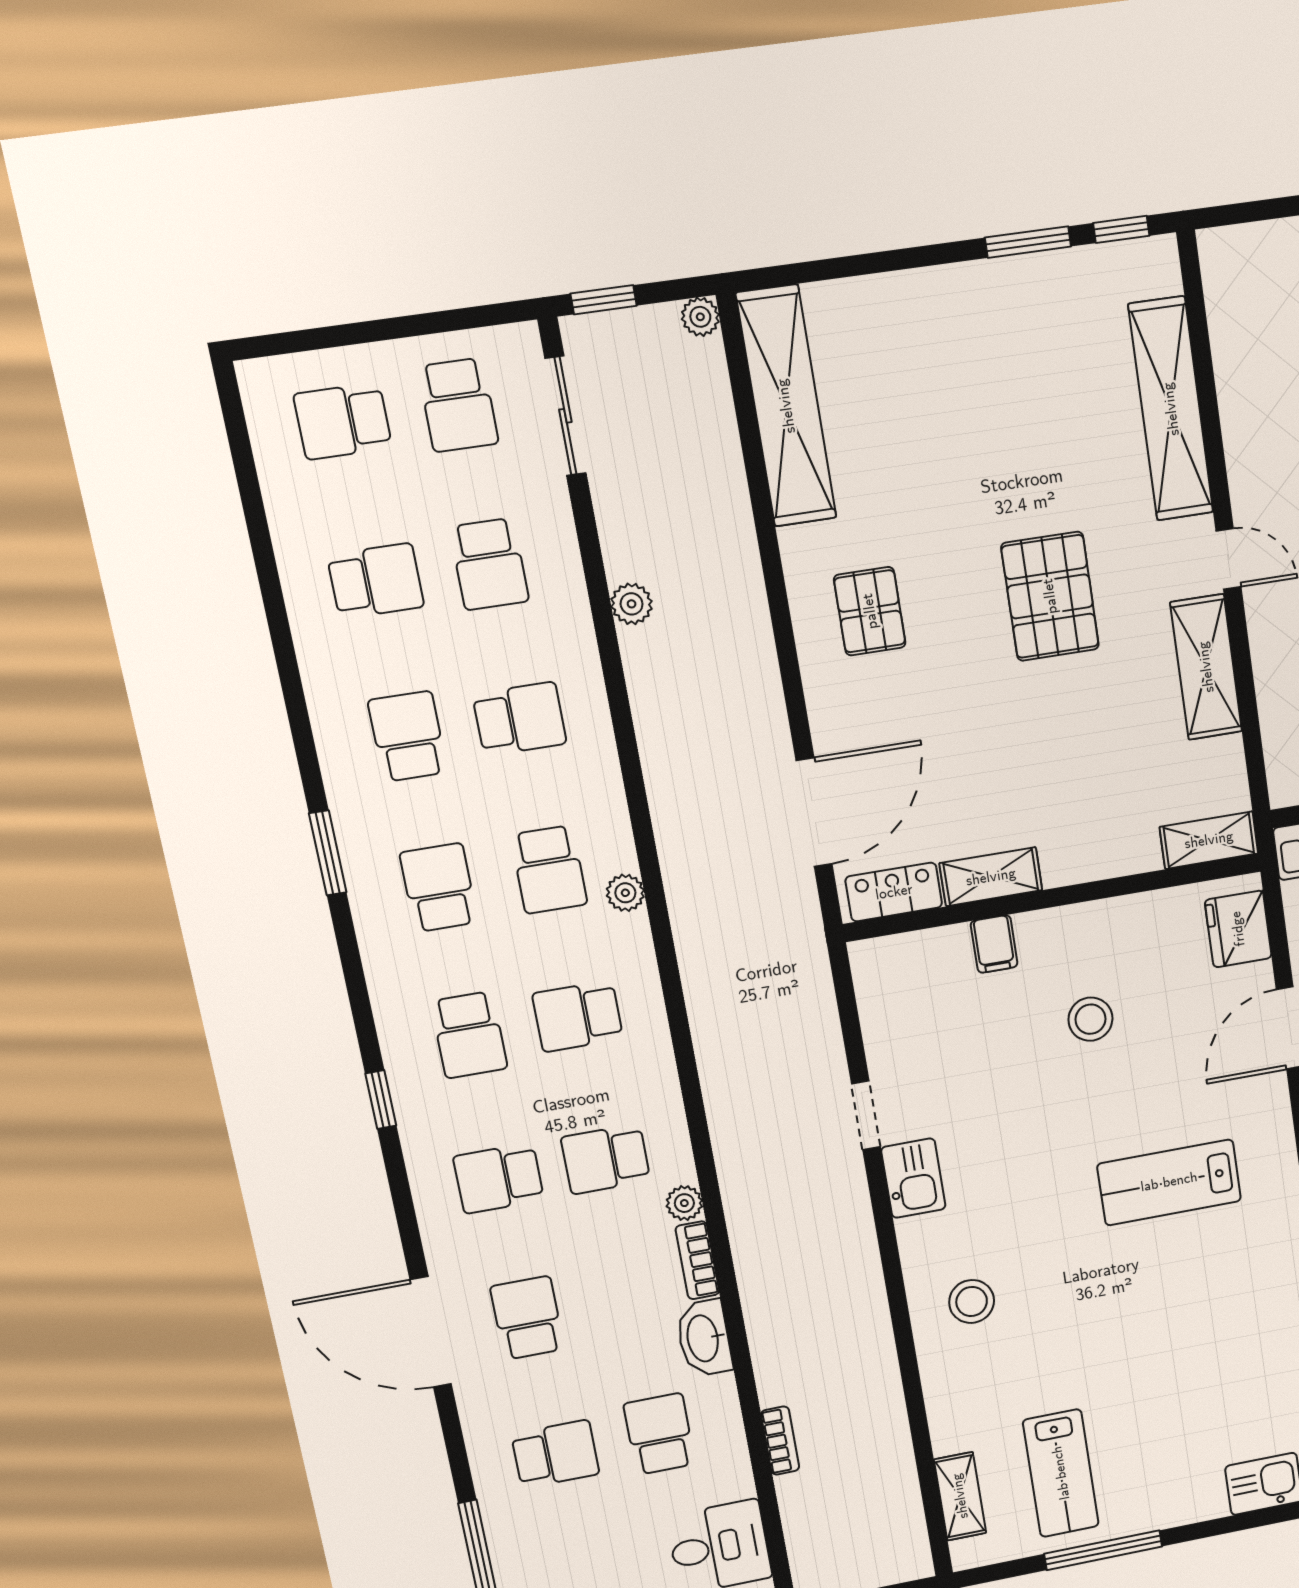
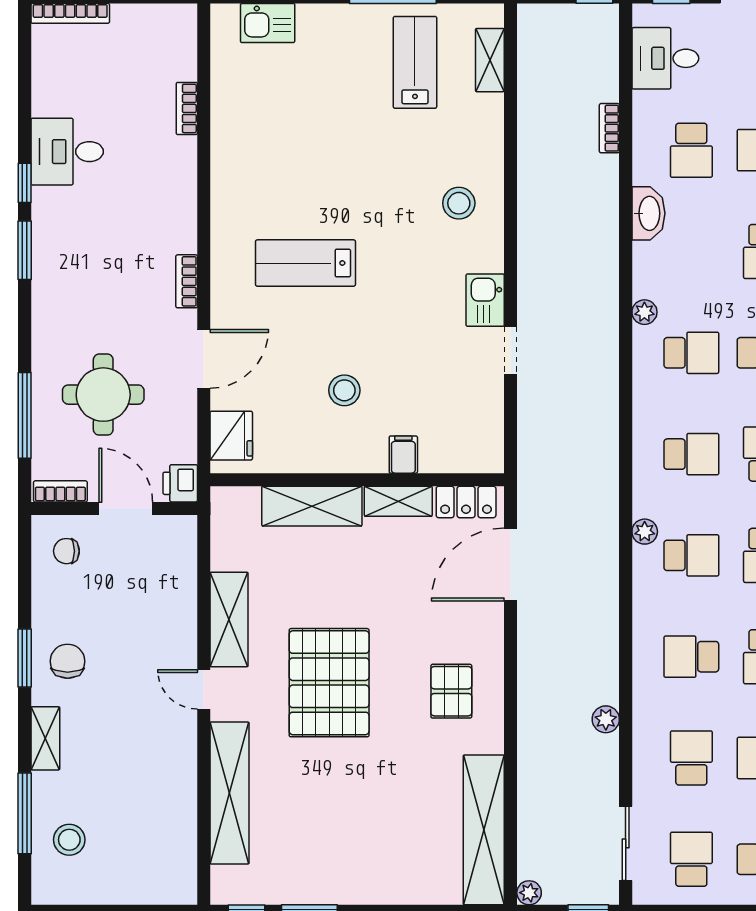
pallet: (1050, 596) -> (329, 683), width x1.37, depth x1.41
shelving: (1209, 840) -> (312, 506), moved, width x1.50, depth x1.33
school desk: (549, 870) -> (691, 555), turned 90
lab bench: (1169, 1182) -> (305, 263), turned 180
bookcase: (697, 1260) -> (643, 270), removed

